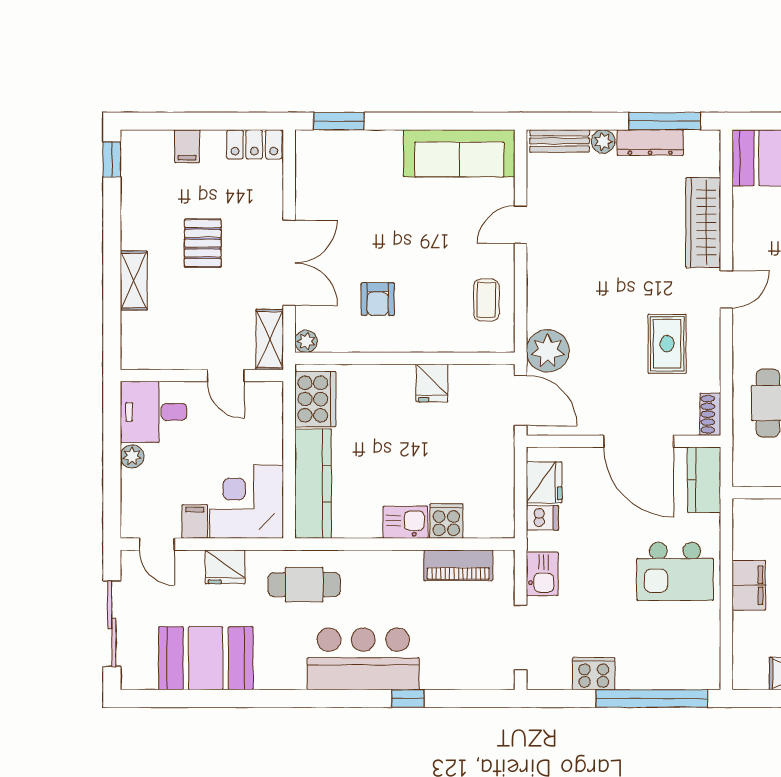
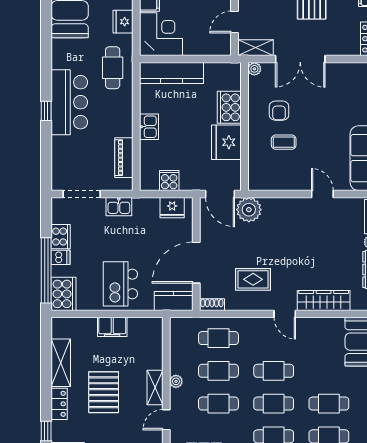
armchair: (378, 299) -> (279, 111), turned -90
coffee table: (486, 300) -> (284, 142), moved
fridge: (432, 383) -> (226, 142), width x1.88, depth x1.34
cooker: (315, 399) -> (229, 107), moved, turned 90
door: (521, 400) -> (220, 194), hinge flipped
dishwasher: (542, 518) -> (61, 257), moved, turned -90
cooker: (446, 521) -> (169, 180), moved, turned -90
cooker: (692, 669) -> (64, 294), added
window: (408, 698) -> (46, 111), moved

